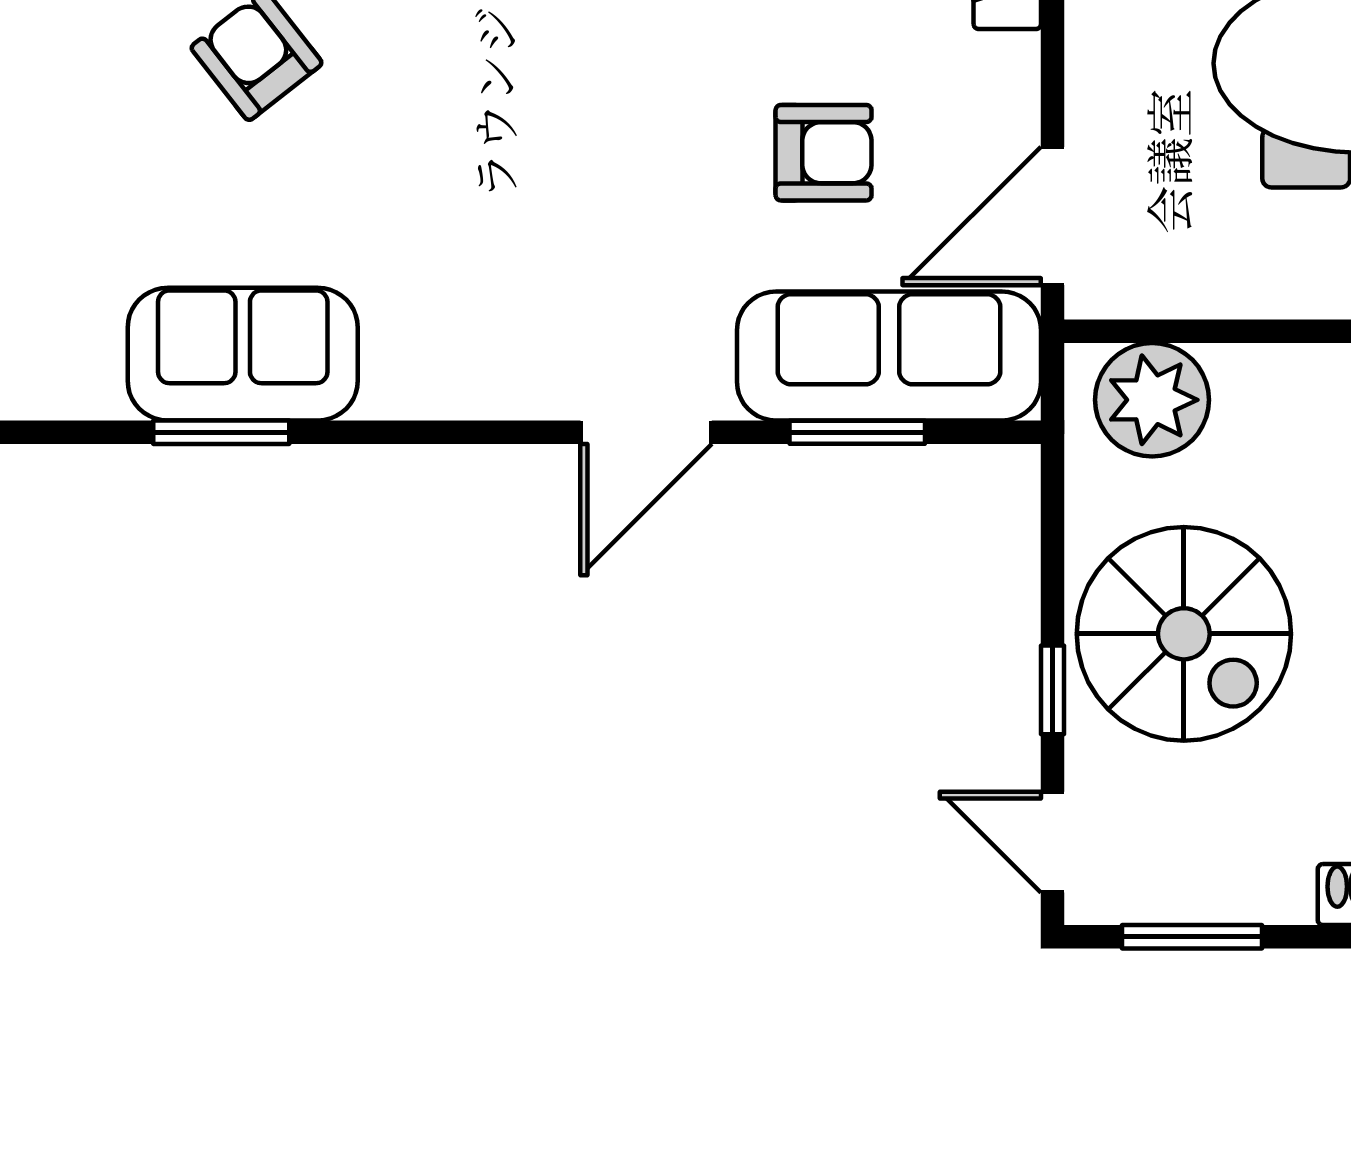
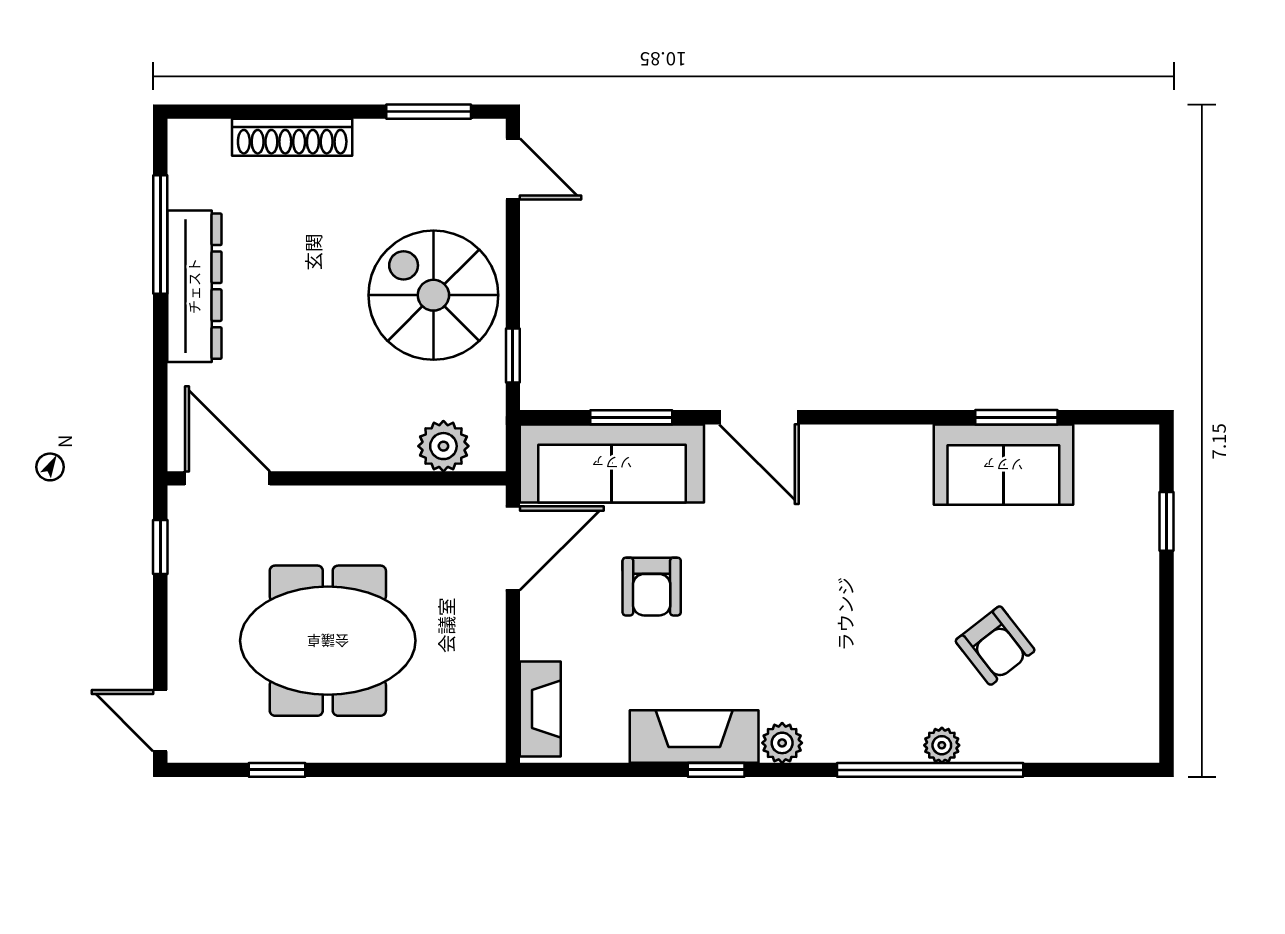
armchair: (824, 153) -> (652, 587), turned -90
plant: (1152, 400) -> (443, 446), width x0.73, depth x0.73
door: (646, 432) -> (759, 417), swing flipped
window: (1053, 690) -> (513, 355), moved

